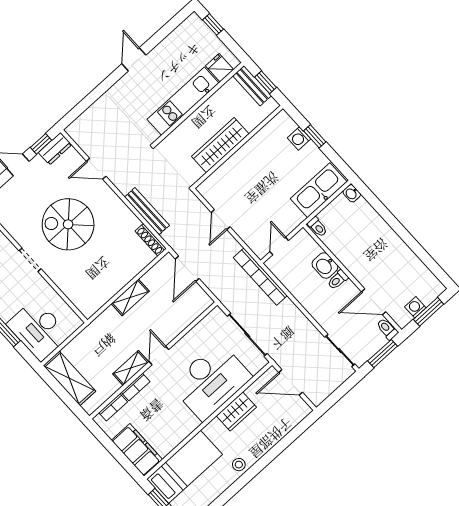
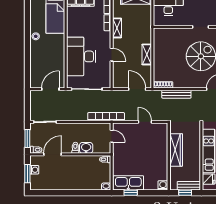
window: (315, 136) -> (131, 193), moved
washing machine: (299, 138) -> (163, 185), moved
kitchen sink: (319, 190) -> (128, 183), moved, turned -90
door: (159, 356) -> (112, 55), moved
wardrobe: (236, 411) -> (59, 55), removed

